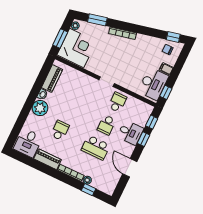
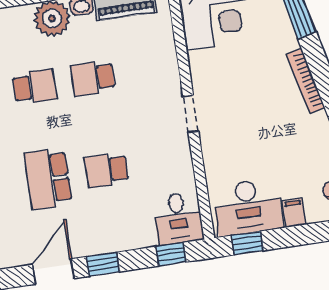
school desk: (117, 102) -> (93, 78), moved, turned 180
desk: (130, 133) -> (178, 218), moved
window: (143, 139) -> (103, 264), moved

